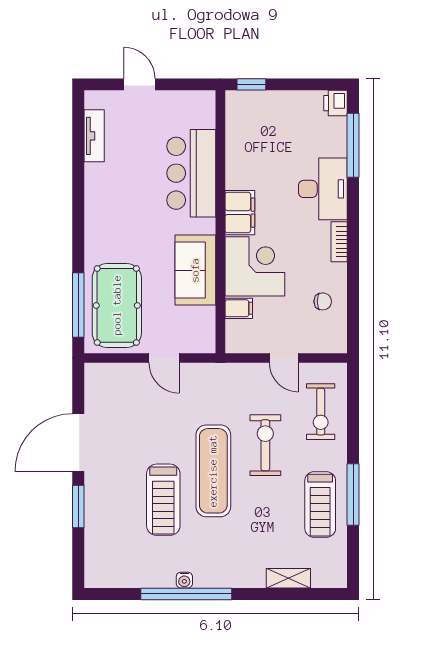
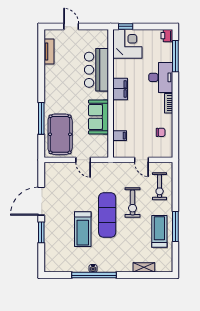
corner desk: (255, 266) -> (127, 44), moved
window: (78, 305) -> (41, 118), moved
exercise bike: (265, 445) -> (133, 202), turned 180
treadmill: (320, 504) -> (159, 231), turned 180

